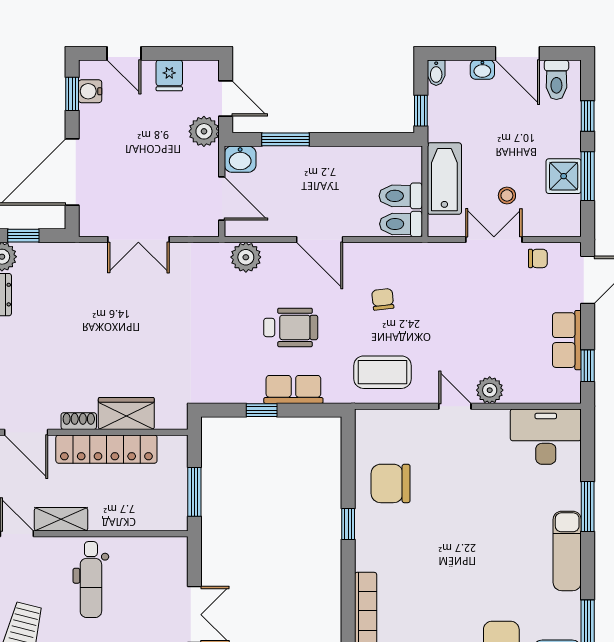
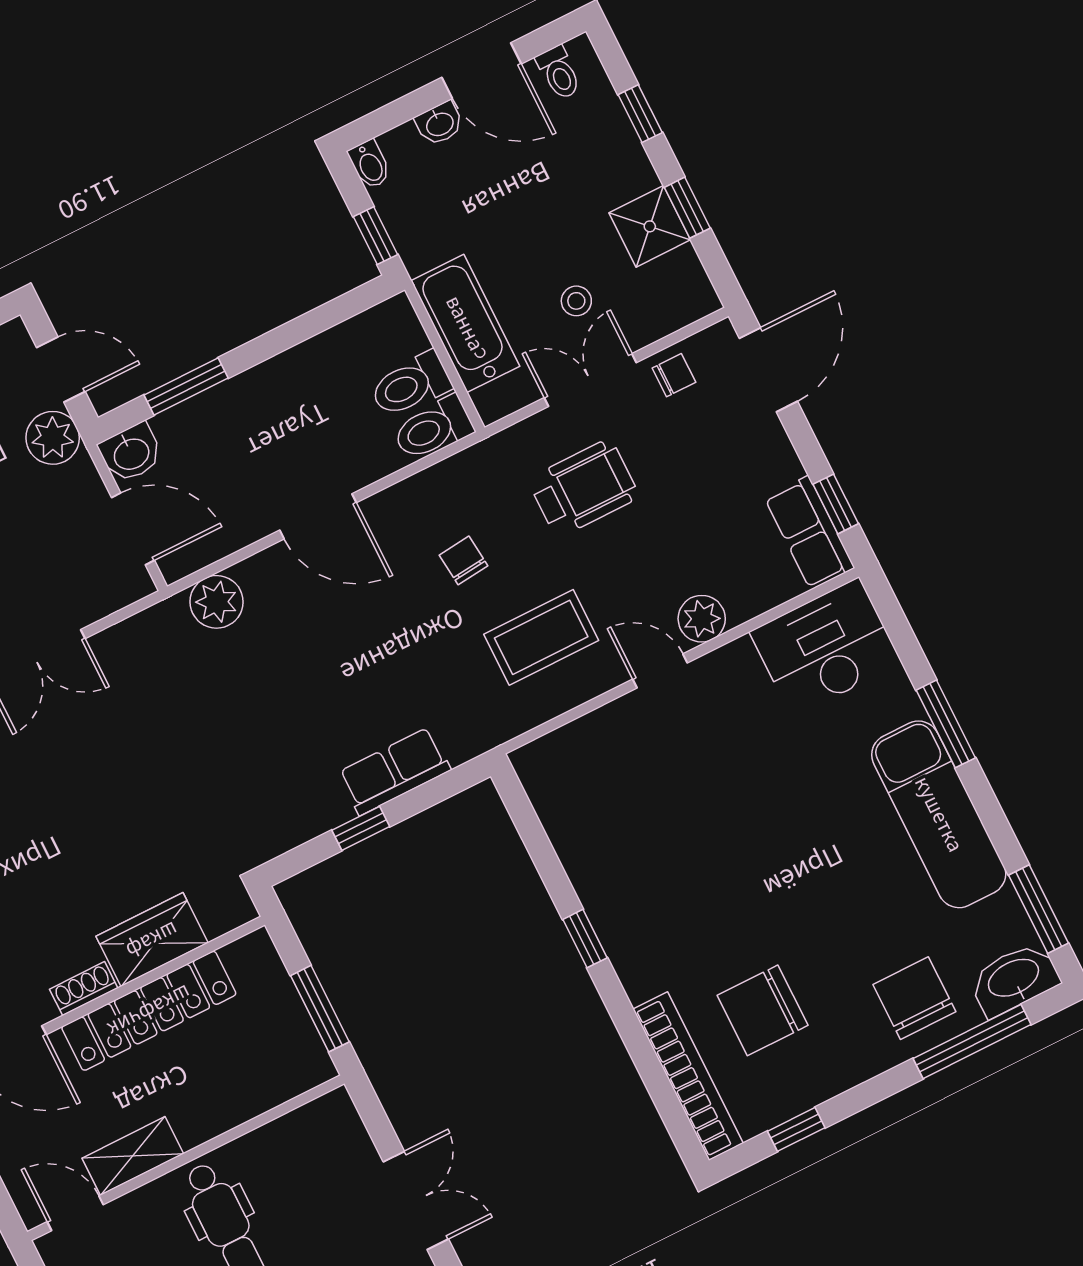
toilet: (556, 80) -> (559, 73), width x0.73, depth x0.72
window: (588, 176) -> (687, 208), width x0.67
wheelchair: (291, 327) -> (583, 488), moved
row of seats: (567, 340) -> (809, 533), moved
coffee table: (382, 372) -> (541, 637), moved
chair: (391, 483) -> (763, 1010), moved
exam couch: (567, 551) -> (939, 814), width x1.36, depth x1.45

